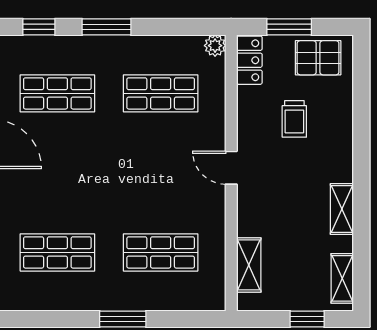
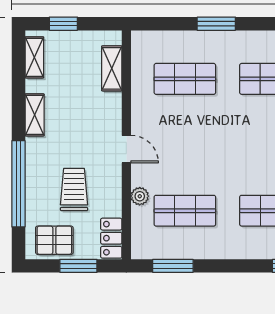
window: (107, 27) -> (173, 266), moved
plant: (215, 46) -> (140, 196), moved
trolley: (294, 119) -> (74, 190), width x1.36, depth x1.39
window: (361, 126) -> (18, 184), added

